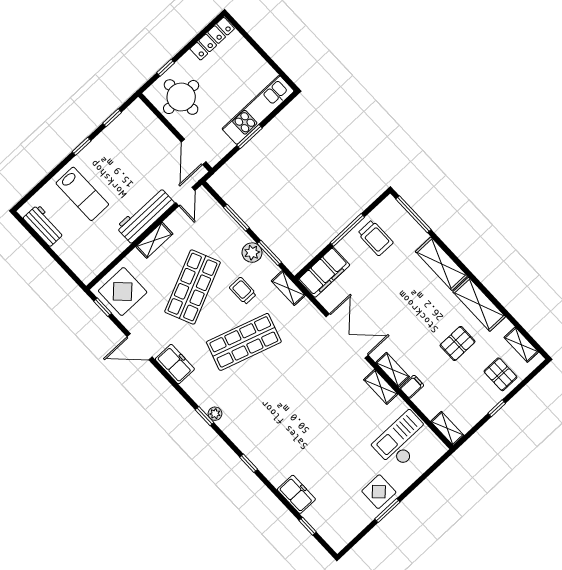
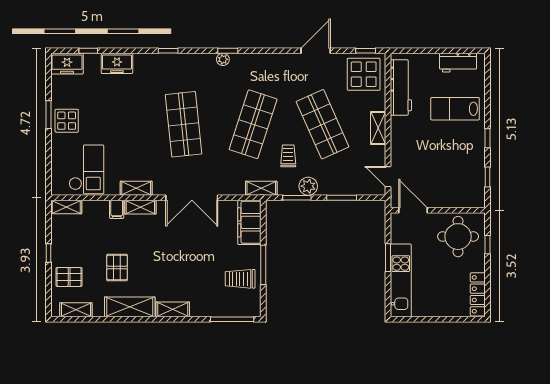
workbench: (145, 215) -> (401, 87), moved
shelving: (441, 264) -> (173, 309), width x0.67, depth x0.75
trolley: (243, 291) -> (288, 156), turned -90
freezer: (175, 364) -> (67, 64), moved
shop shelf: (295, 397) -> (184, 124), added

